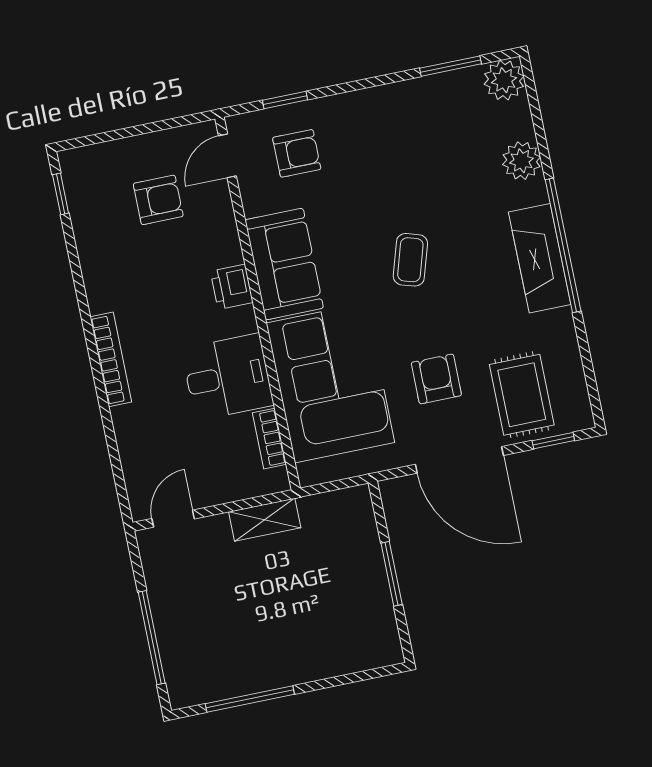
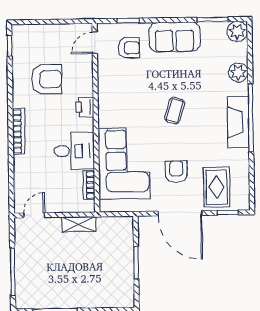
armchair: (158, 200) -> (46, 79), moved, width x1.38, depth x1.38
sofa: (284, 264) -> (174, 37), moved, turned 90

